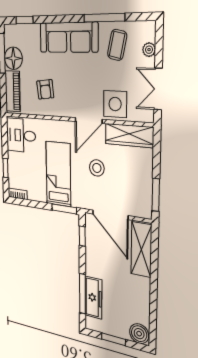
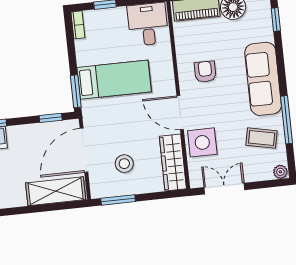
plant: (149, 50) -> (280, 172), moved
armchair: (45, 89) -> (205, 72), moved, turned 97
stool: (97, 168) -> (124, 164), moved

